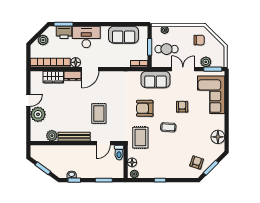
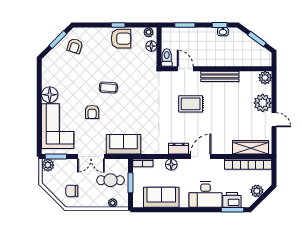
floor lamp: (76, 62) -> (171, 165), moved
plant: (206, 62) -> (48, 165), moved
dresser: (73, 76) -> (179, 149), moved
wardrobe: (53, 77) -> (251, 147), width x1.50
door: (28, 100) -> (274, 120), swing flipped
armchair: (145, 108) -> (121, 39), moved
rug: (99, 114) -> (191, 104), turned 90
plant: (52, 136) -> (265, 78), moved
floor lamp: (218, 137) -> (50, 95), moved
rug: (140, 138) -> (141, 75), removed
door: (103, 143) -> (185, 69), hinge flipped

